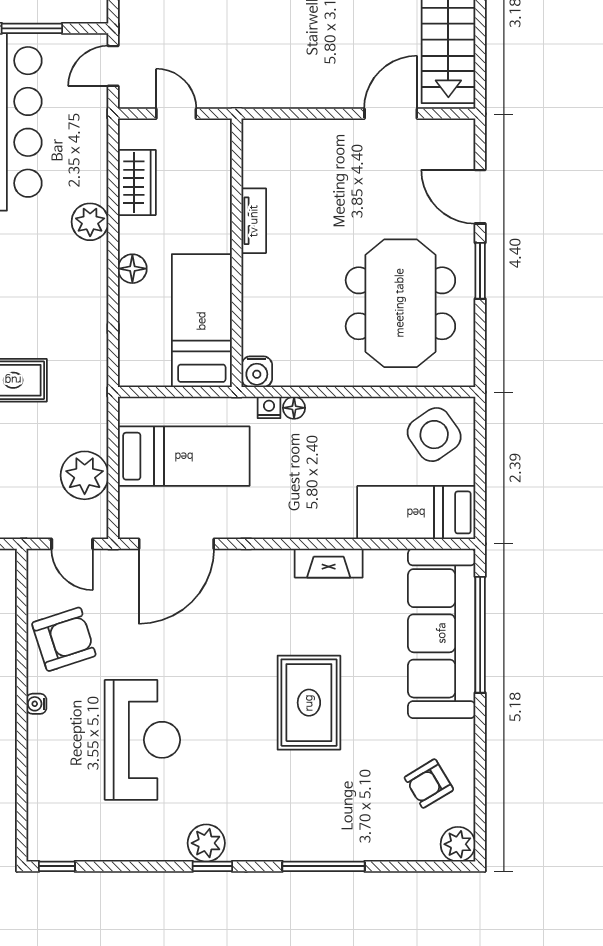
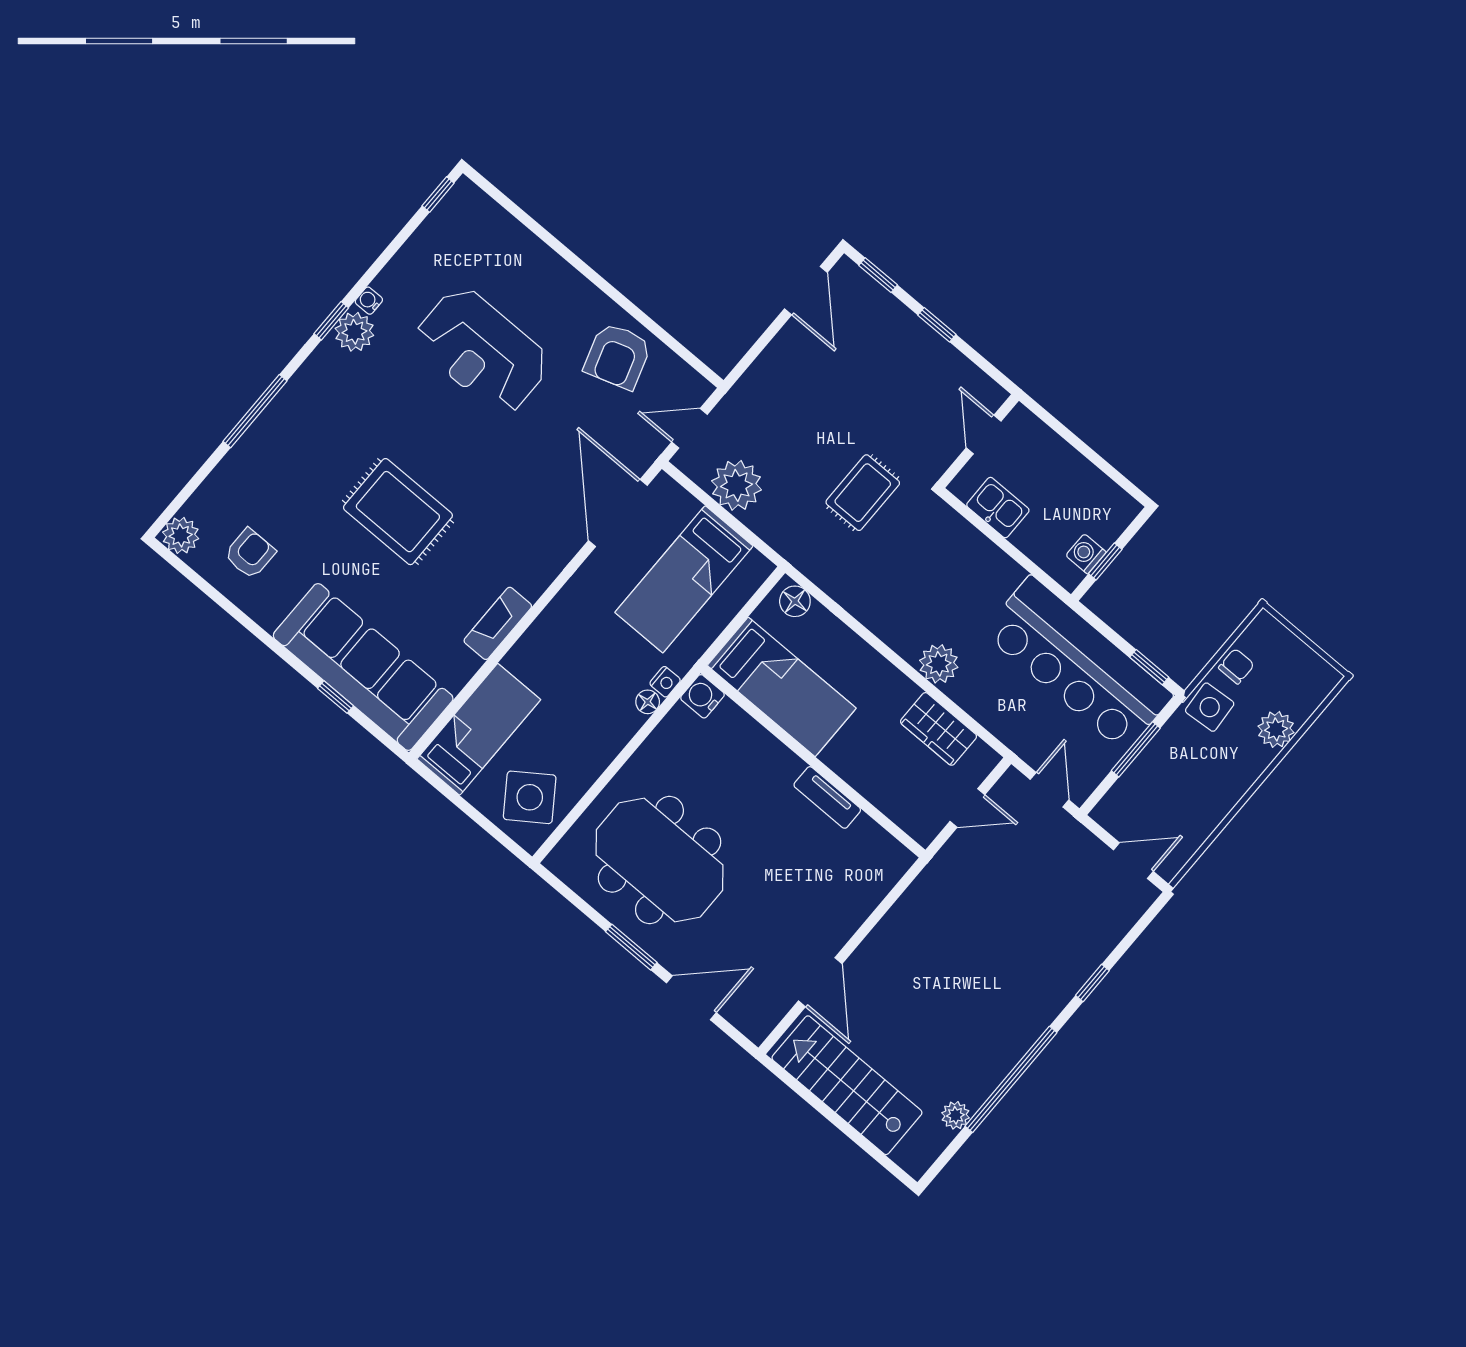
floor lamp: (132, 269) -> (795, 601), moved
window: (480, 635) -> (336, 697), width x0.32
water cooler: (36, 704) -> (369, 301), moved, turned -90
armchair: (429, 784) -> (250, 553), turned 31

